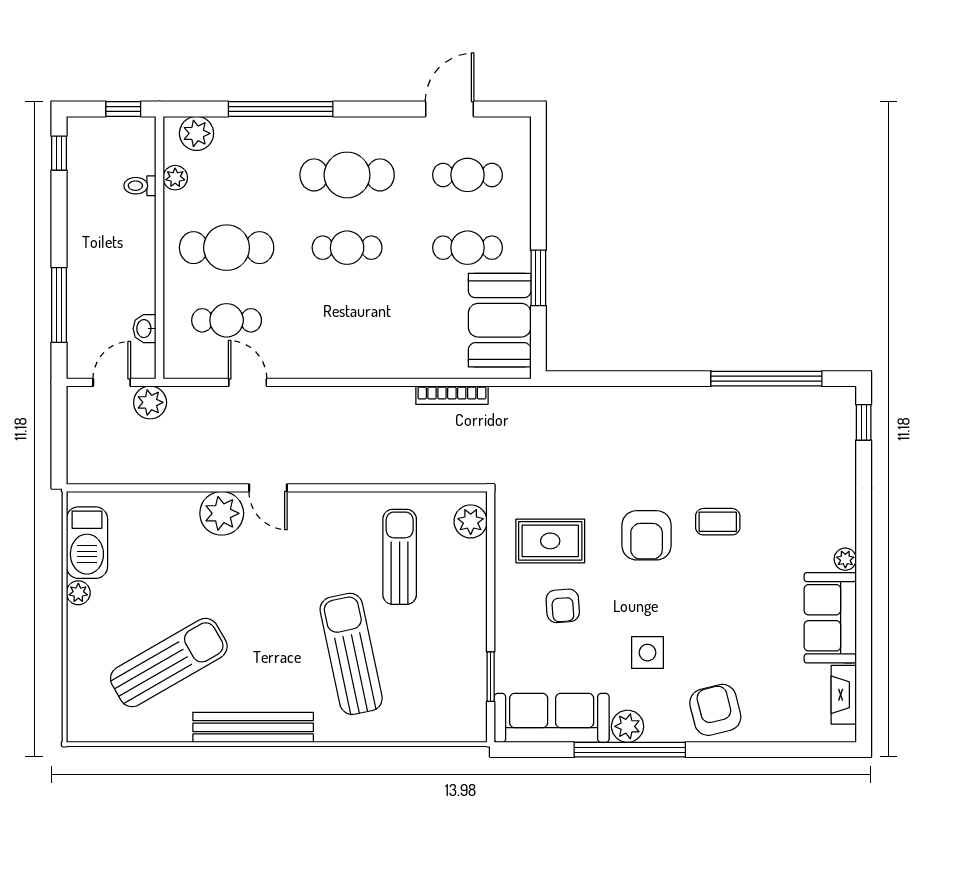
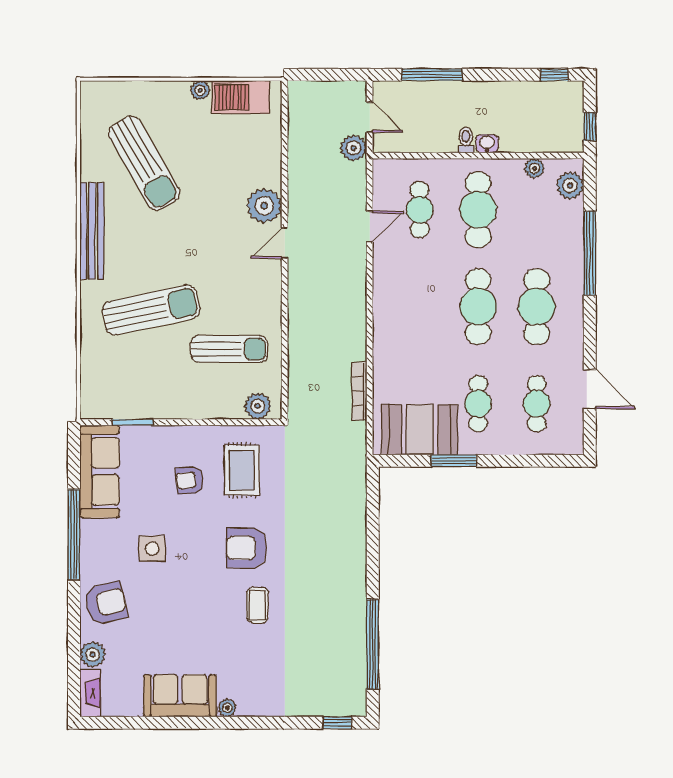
toilet: (140, 186) -> (466, 140), moved
cafe table: (347, 248) -> (478, 307), width x1.37, depth x1.35
washbasin: (145, 329) -> (487, 144), moved
fireplace: (844, 695) -> (90, 693), moved, turned 90
plant: (628, 726) -> (93, 655), moved

